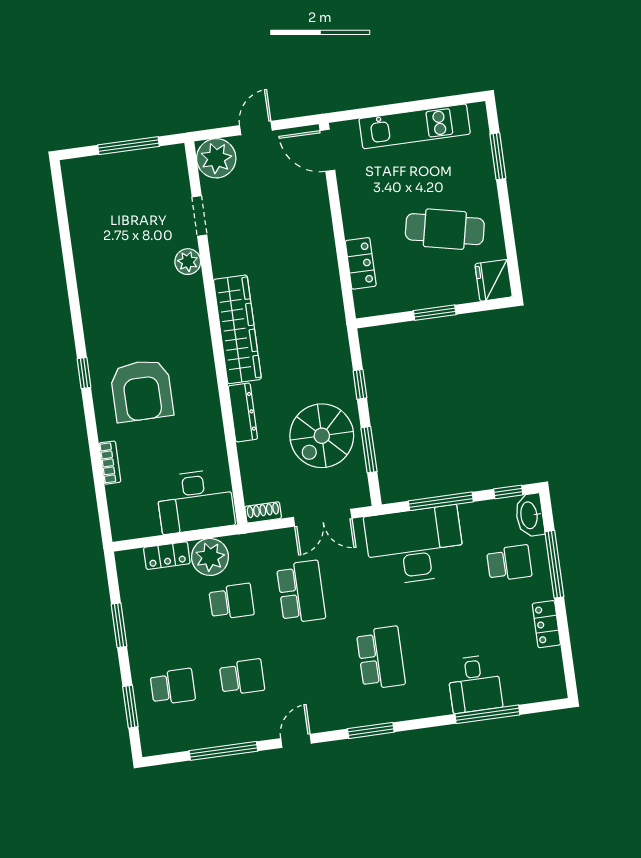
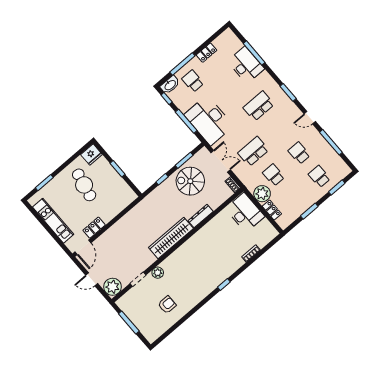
locker: (361, 263) -> (94, 228), moved
armchair: (142, 391) -> (167, 305), moved, width x0.53, depth x0.53
spiral stairs: (322, 436) -> (190, 181), turned 180
desk: (475, 684) -> (246, 65), width x1.37

